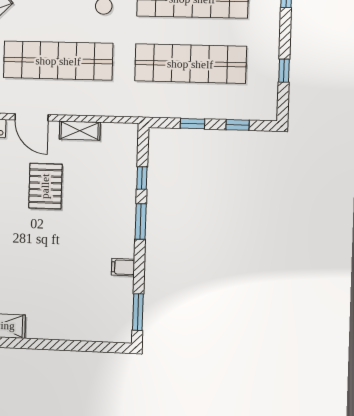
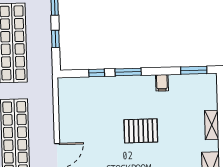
shelving: (80, 131) -> (212, 125), moved
pallet: (45, 186) -> (141, 131), moved

